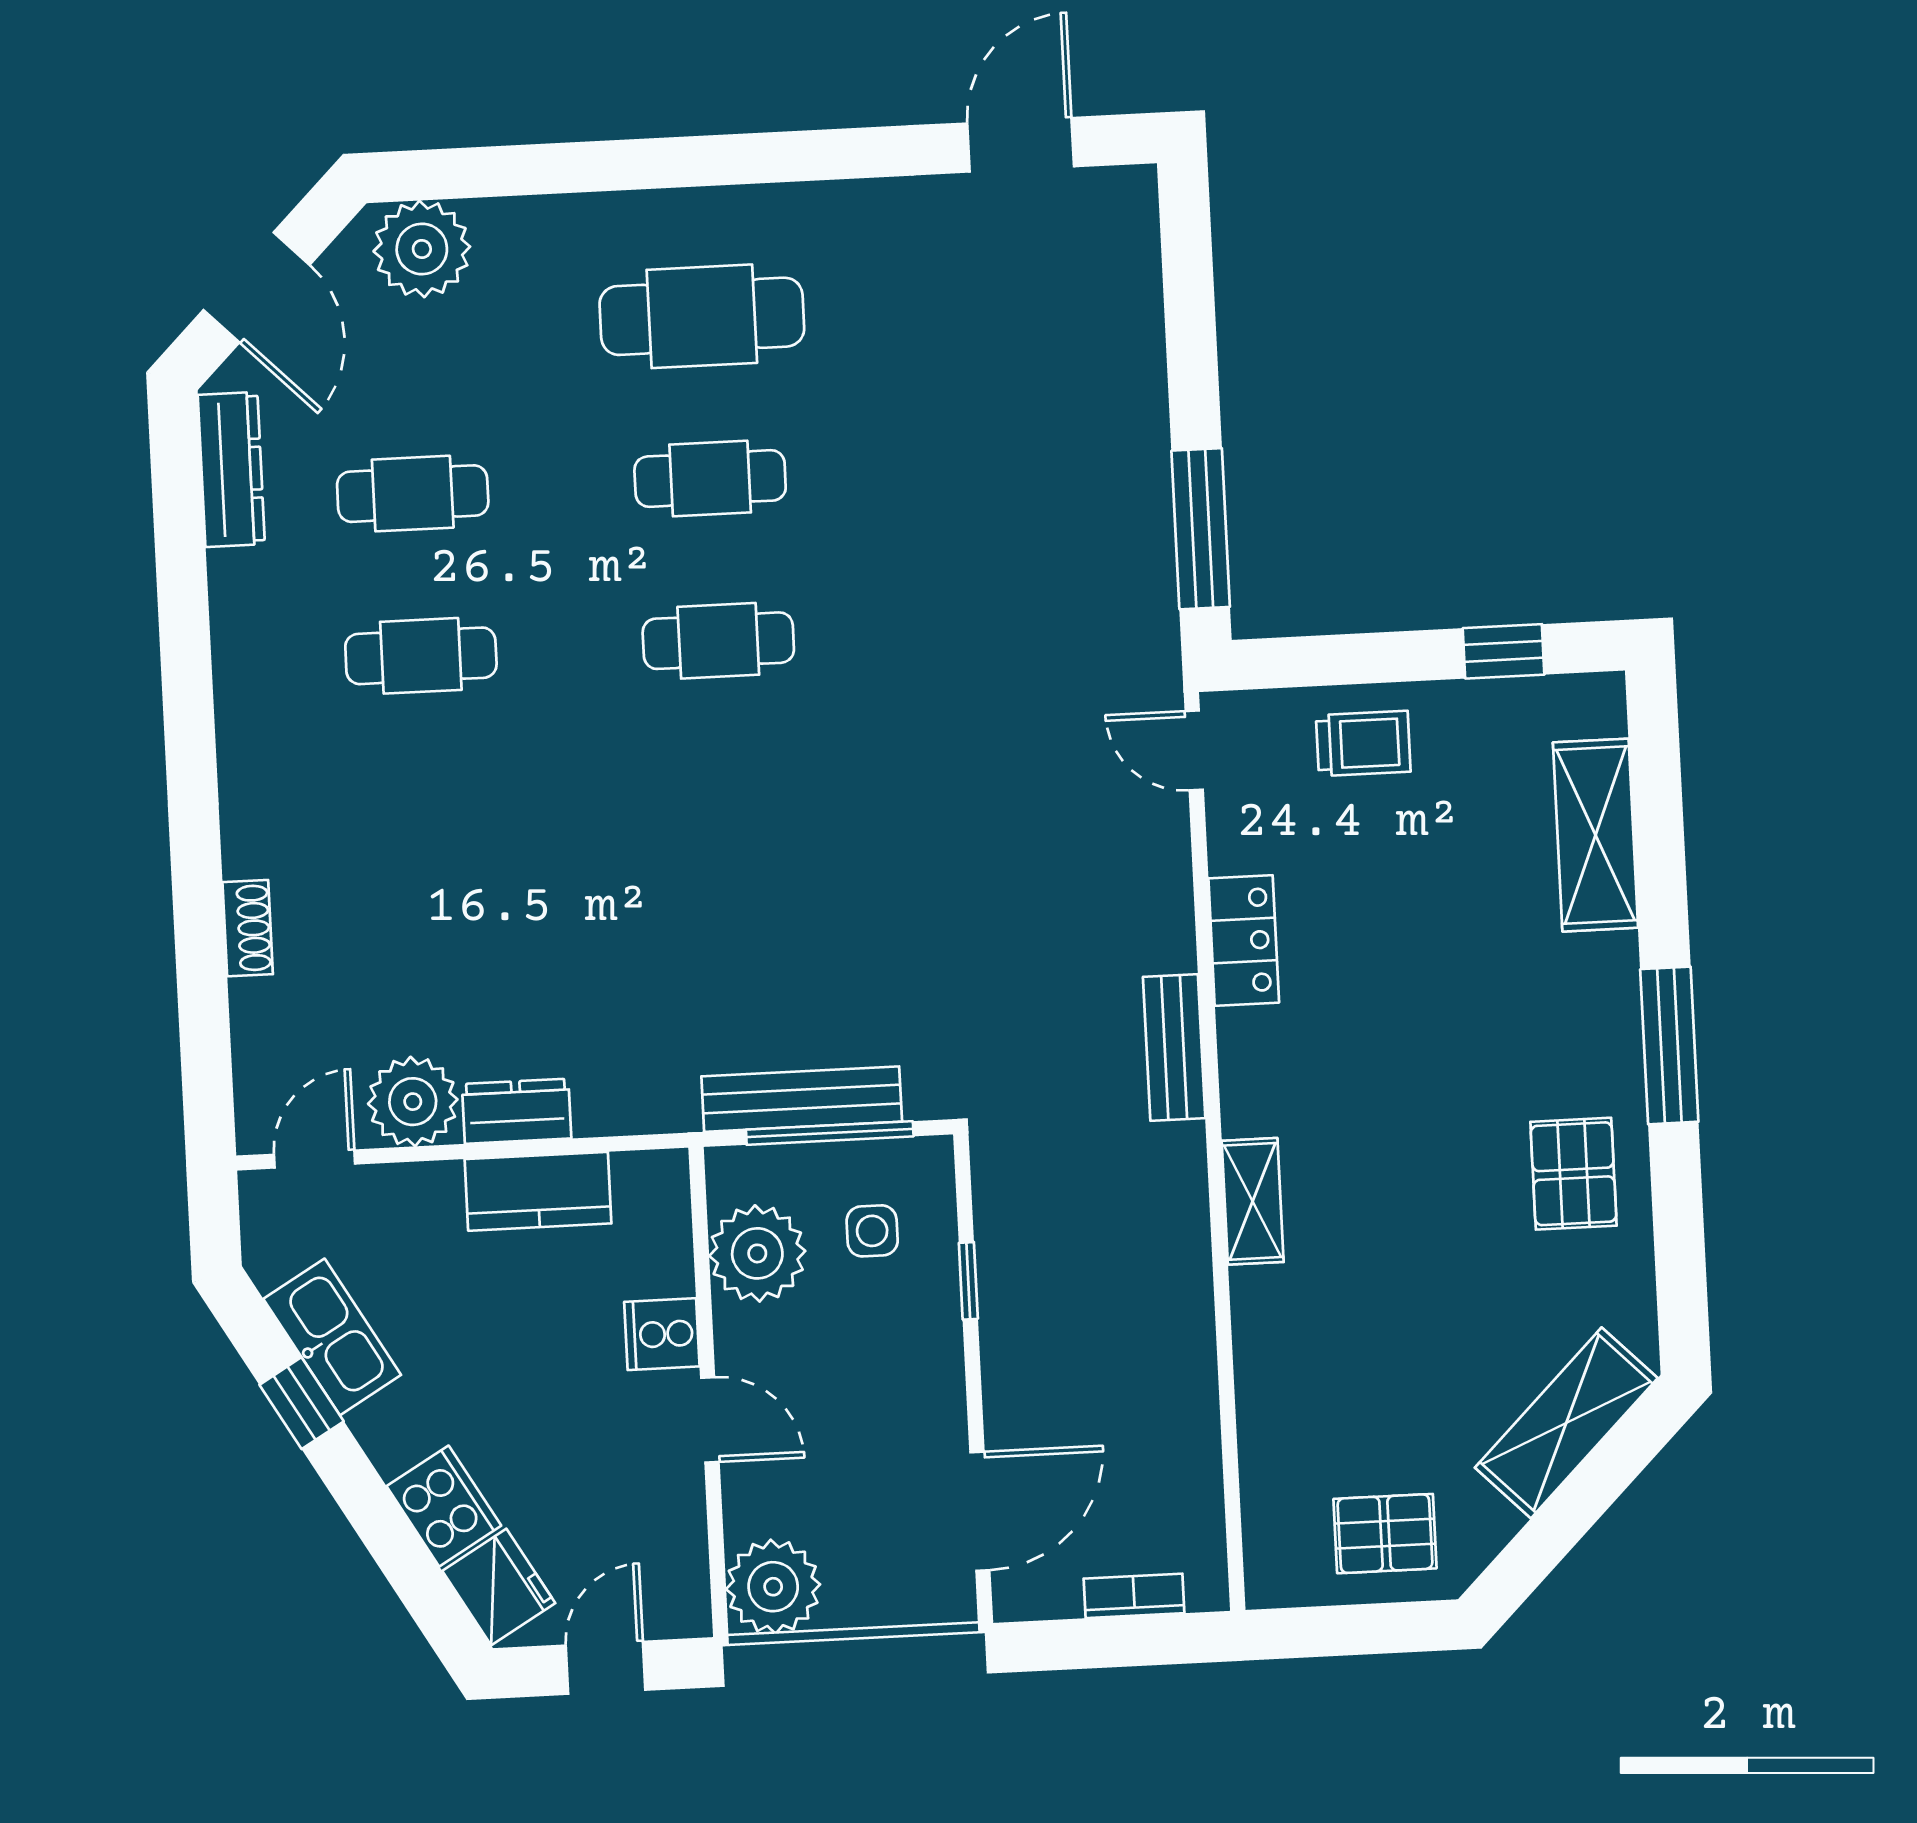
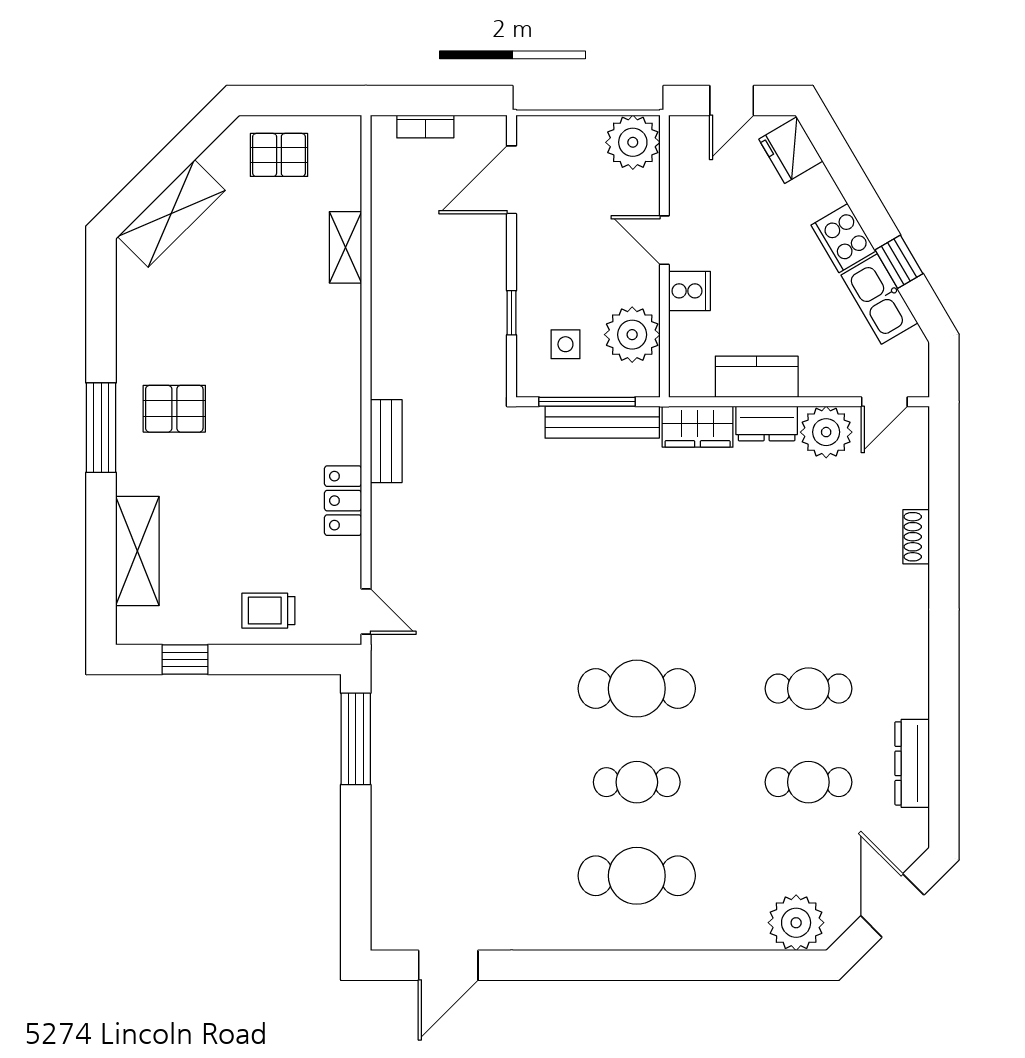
dresser: (231, 469) -> (912, 763), moved
cafe table: (718, 641) -> (637, 689), width x1.37, depth x1.35
wardrobe: (636, 1100) -> (698, 427), added
pallet: (1574, 1174) -> (174, 409), moved, turned 90
shelving: (1253, 1201) -> (345, 247), moved
cooker: (444, 1506) -> (843, 238), moved

